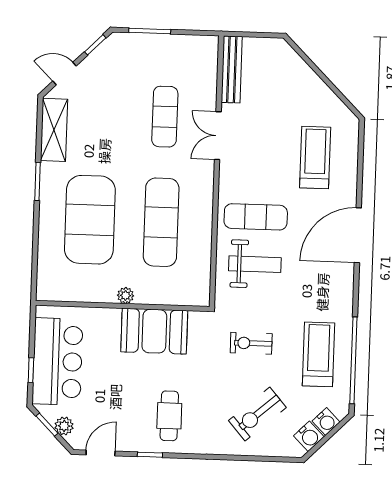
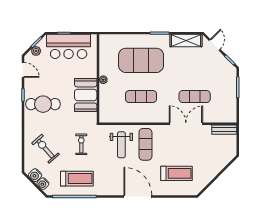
bench: (232, 69) -> (224, 130), width x0.73
double door: (218, 136) -> (186, 124), width x1.37
exercise mat: (161, 222) -> (141, 97), width x0.73, depth x0.69
cafe table: (169, 416) -> (43, 104), width x1.37, depth x1.35

